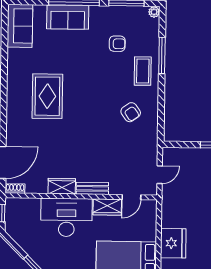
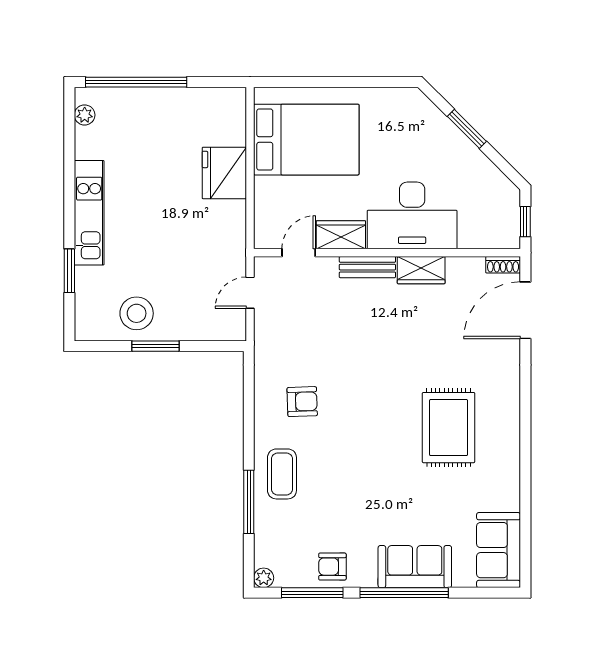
armchair: (117, 44) -> (332, 567), moved
armchair: (131, 112) -> (302, 402), turned 123

